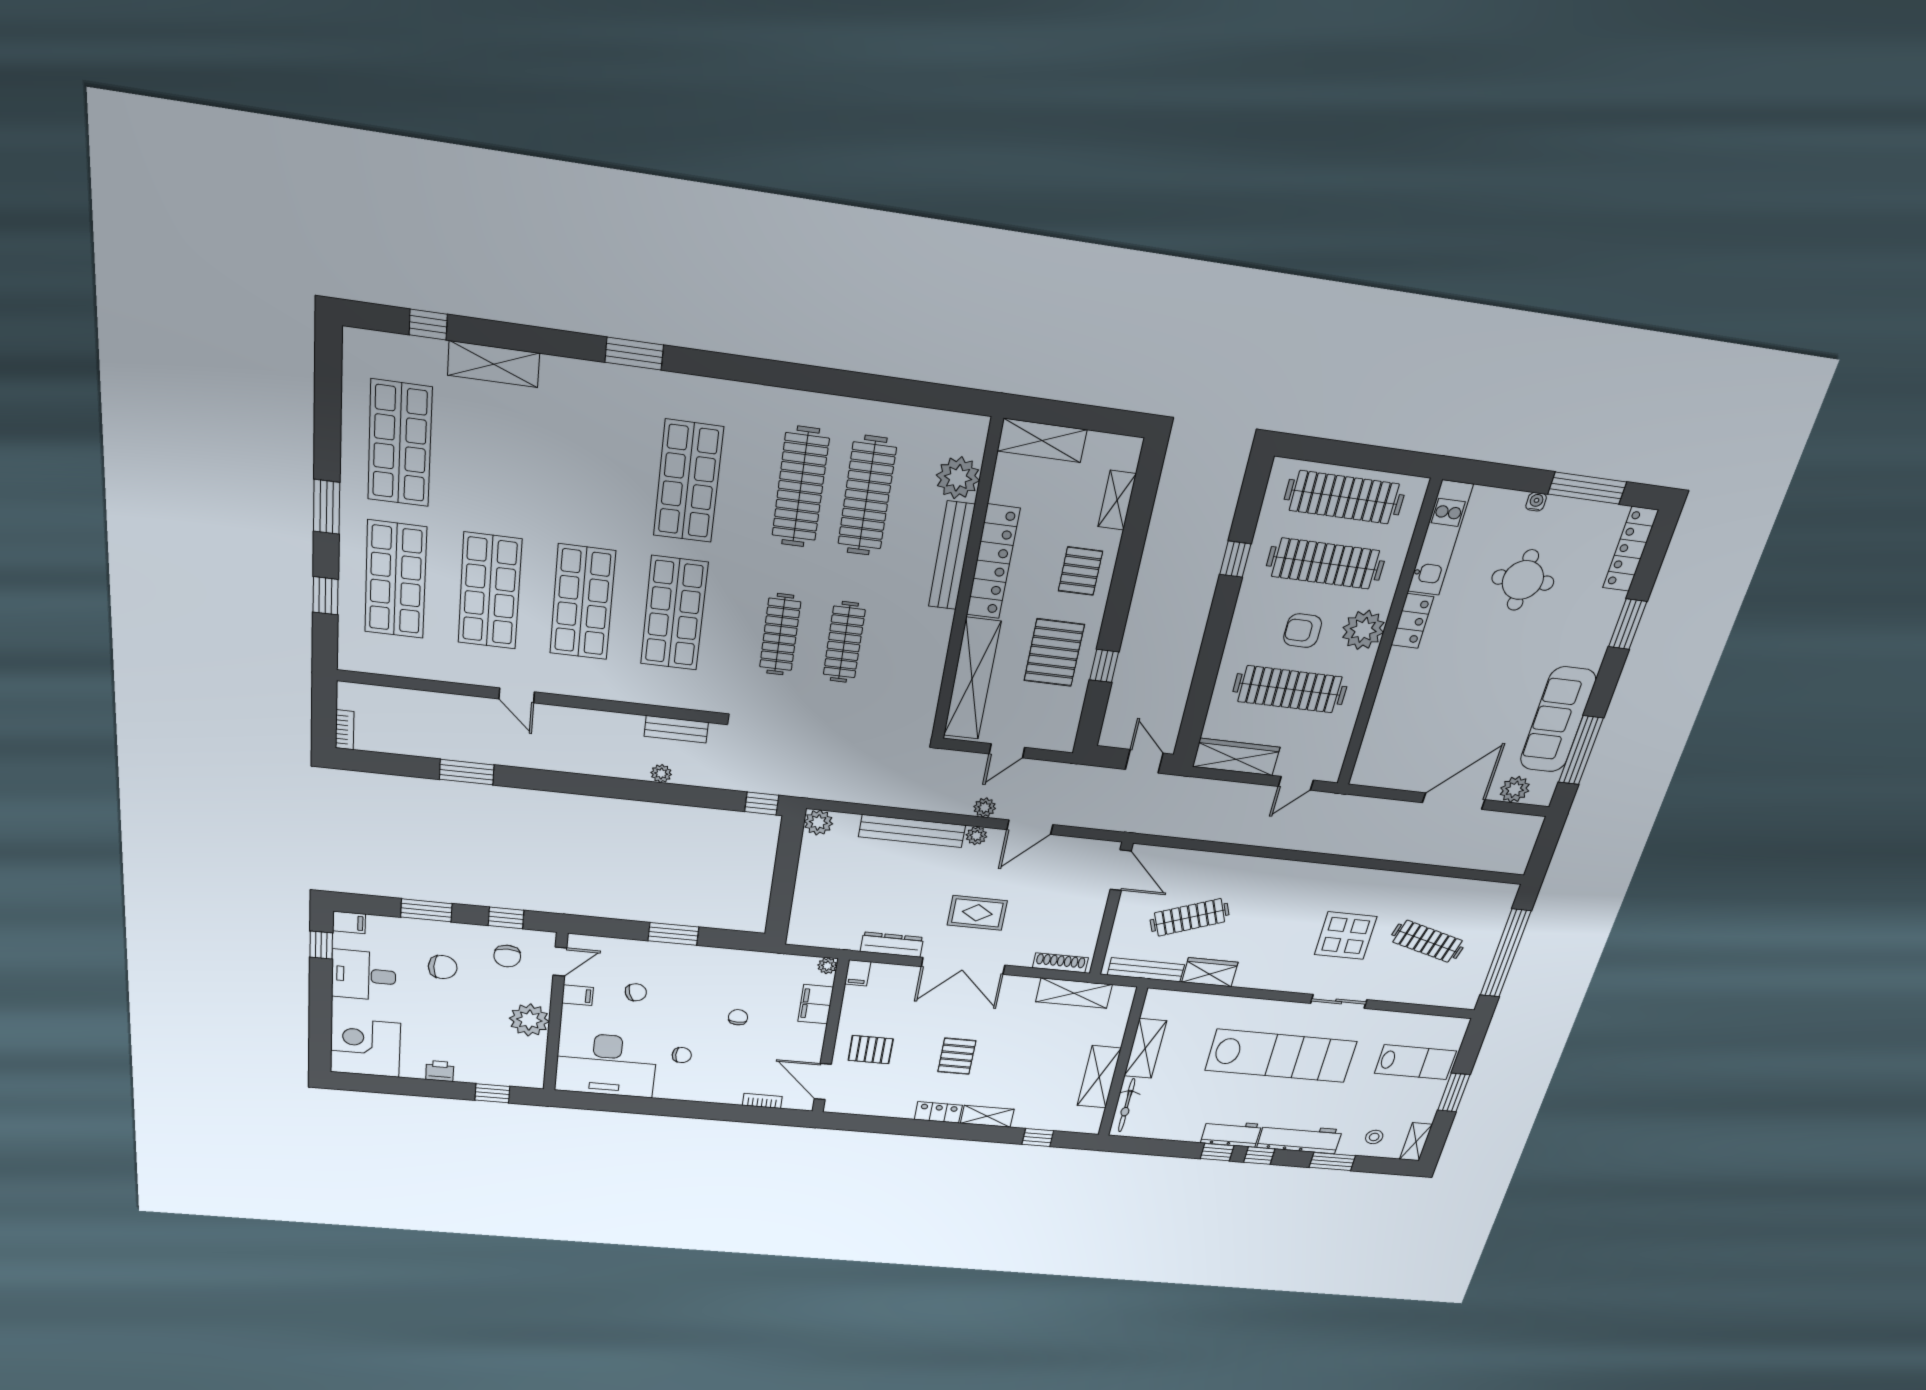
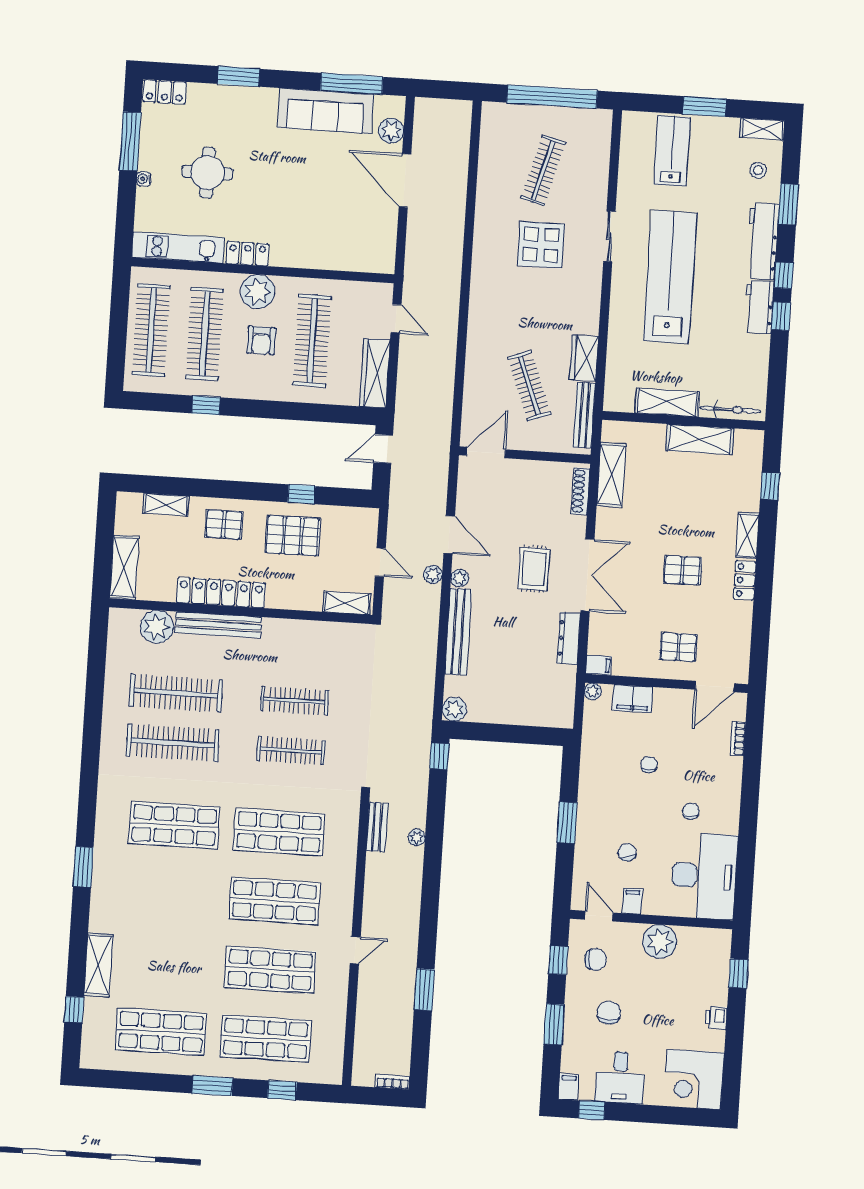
locker: (1631, 549) -> (165, 92), width x0.66
shelving: (972, 679) -> (347, 603), width x0.45, depth x0.75
chair: (738, 1017) -> (649, 765), turned 90
pallet: (871, 1050) -> (678, 647), turned 90

